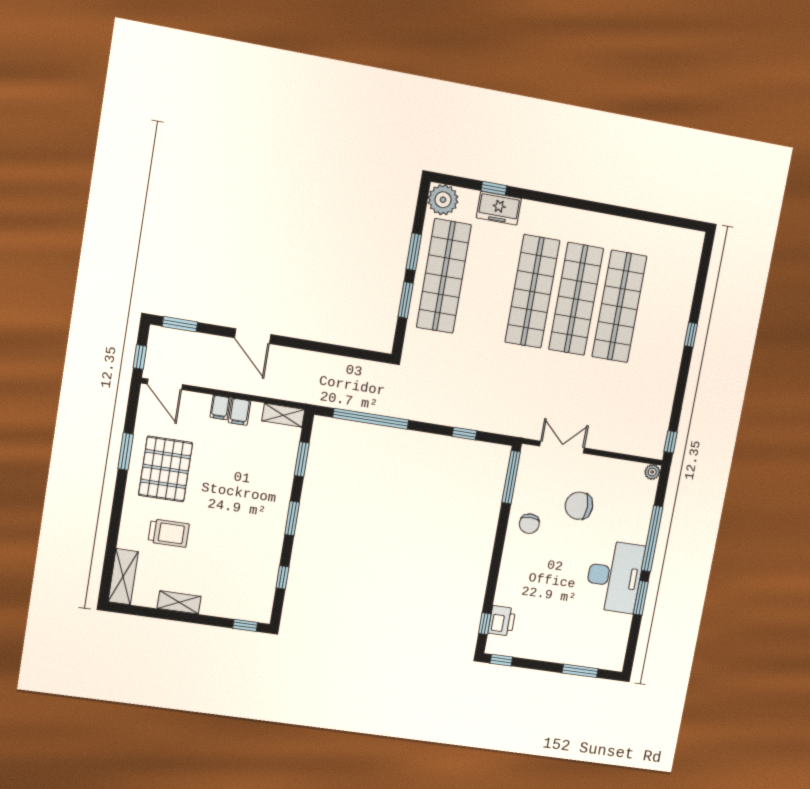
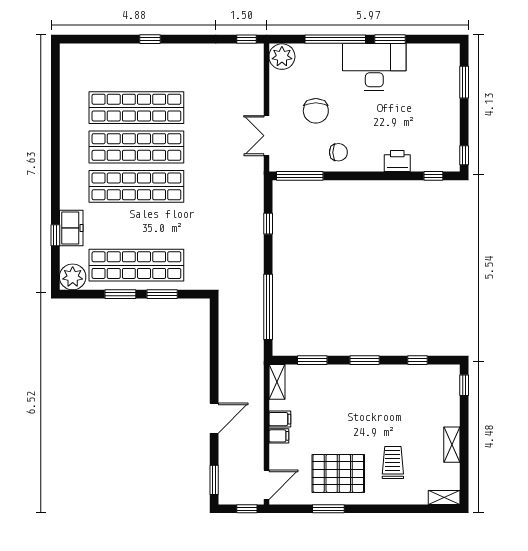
plant: (652, 472) -> (282, 57), width x1.88, depth x1.88
shelving: (123, 577) -> (444, 497), width x0.67, depth x0.75
printer: (502, 621) -> (397, 161), moved

